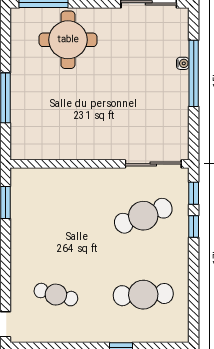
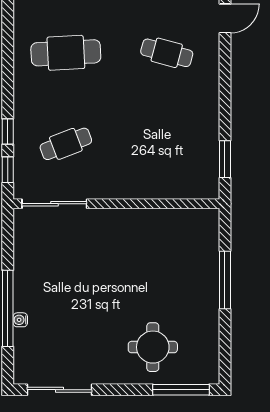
round table: (68, 40) -> (153, 347), width x0.73, depth x0.73
cafe table: (143, 216) -> (66, 144), width x0.73, depth x0.74

